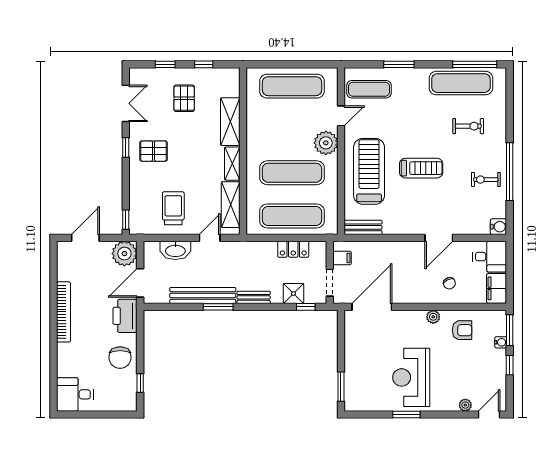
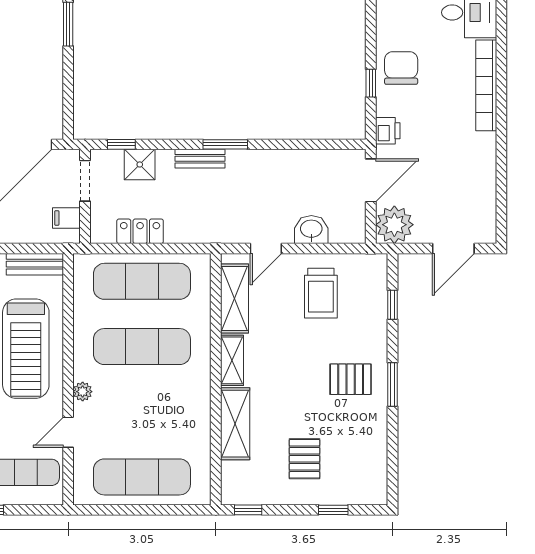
window: (204, 64) -> (248, 510), moved
double door: (126, 103) -> (392, 451), removed
plant: (326, 143) -> (83, 392), width x0.53, depth x0.53
window: (126, 147) -> (392, 385), width x1.50
window: (126, 220) -> (392, 305), moved
washbasin: (175, 250) -> (311, 230), width x0.72
bench: (203, 295) -> (276, 162), removed
window: (218, 307) -> (225, 144), moved
bookcase: (64, 312) -> (486, 85), moved
printer: (125, 316) -> (388, 131), width x0.53, depth x0.68
window: (140, 383) -> (371, 83), moved

